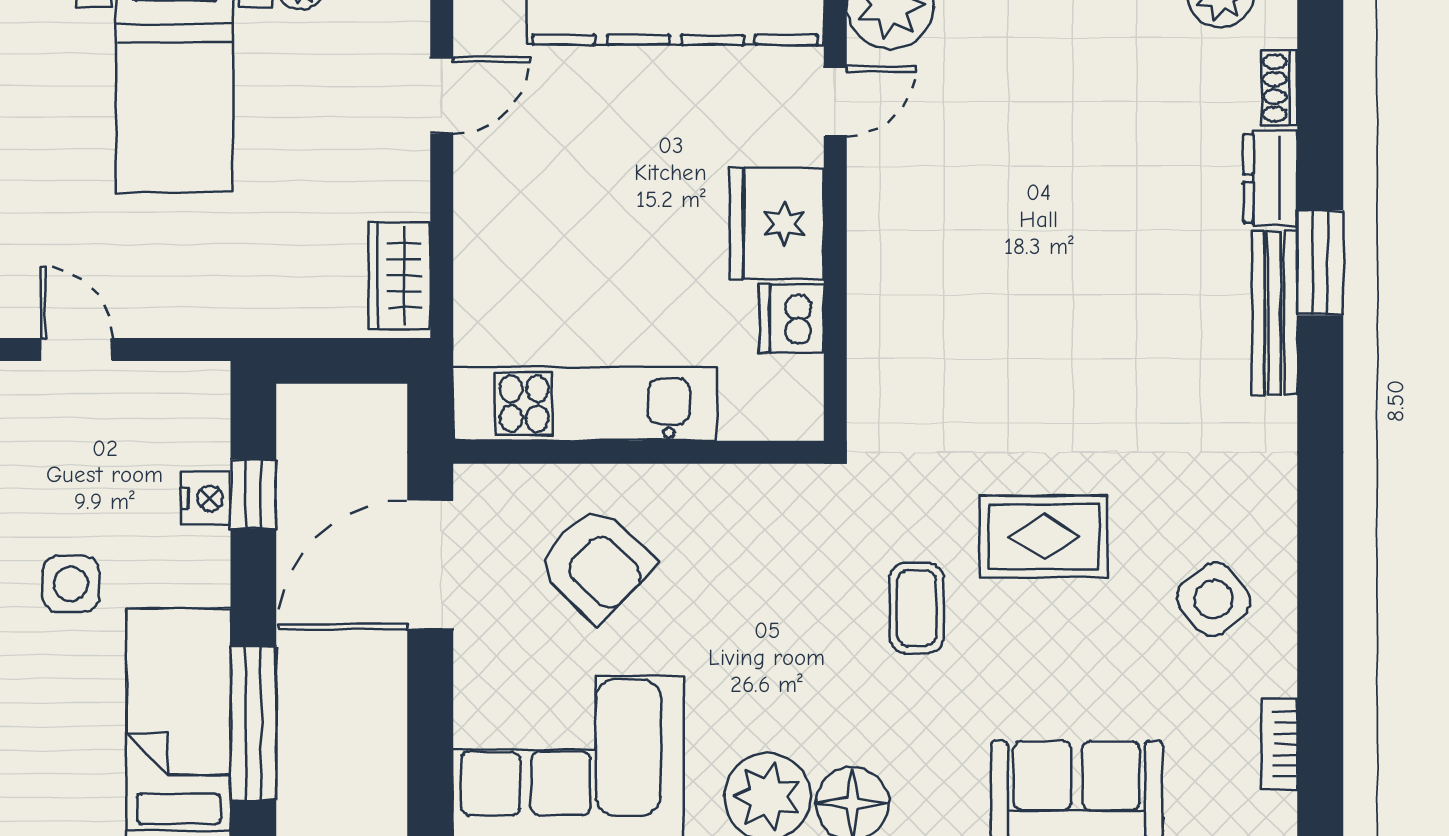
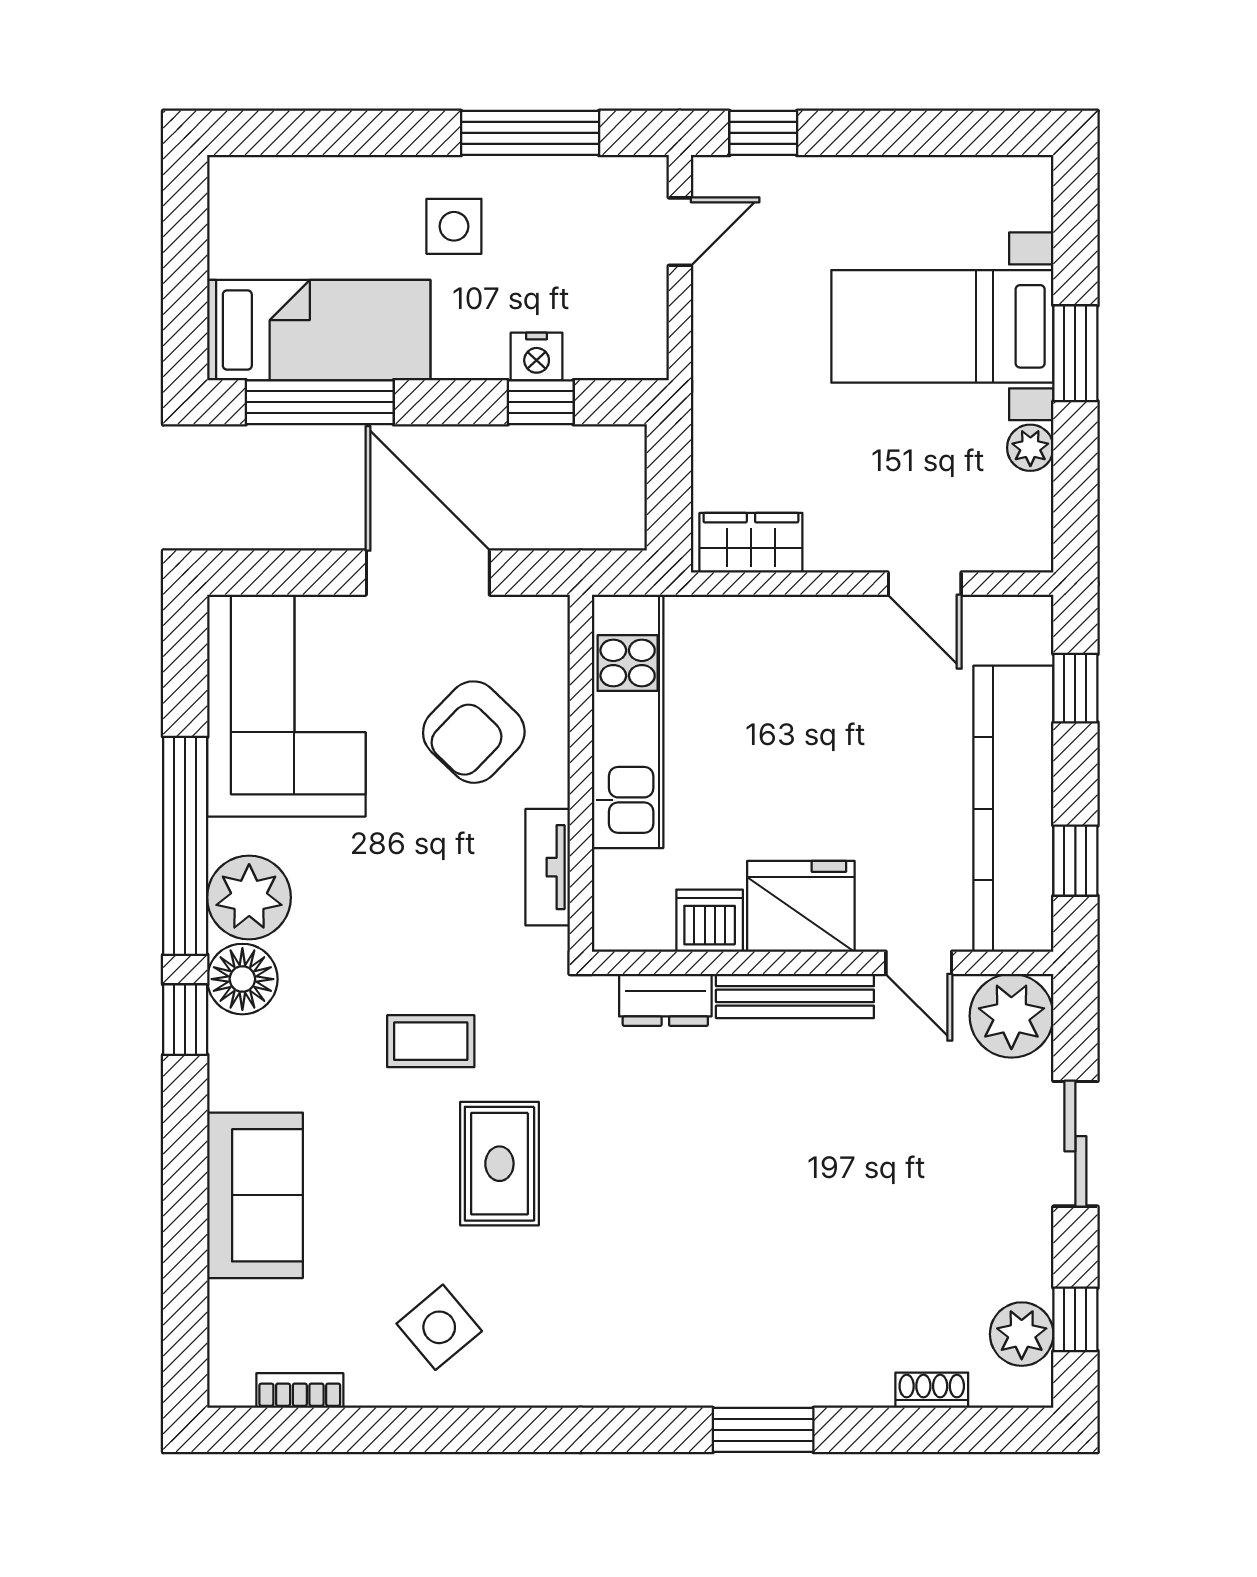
dresser: (1270, 178) -> (665, 1000), moved, turned 180
bench: (1274, 313) -> (795, 996), moved
tv unit: (736, 487) -> (548, 867), added
door: (430, 565) -> (428, 573), moved

